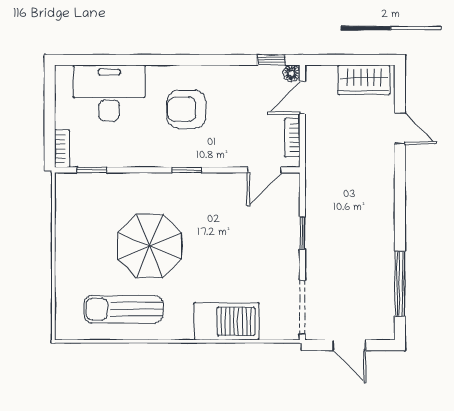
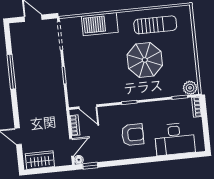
door: (264, 170) -> (88, 107), swing flipped
plant: (71, 185) -> (190, 88), added
window: (400, 284) -> (11, 72), moved

